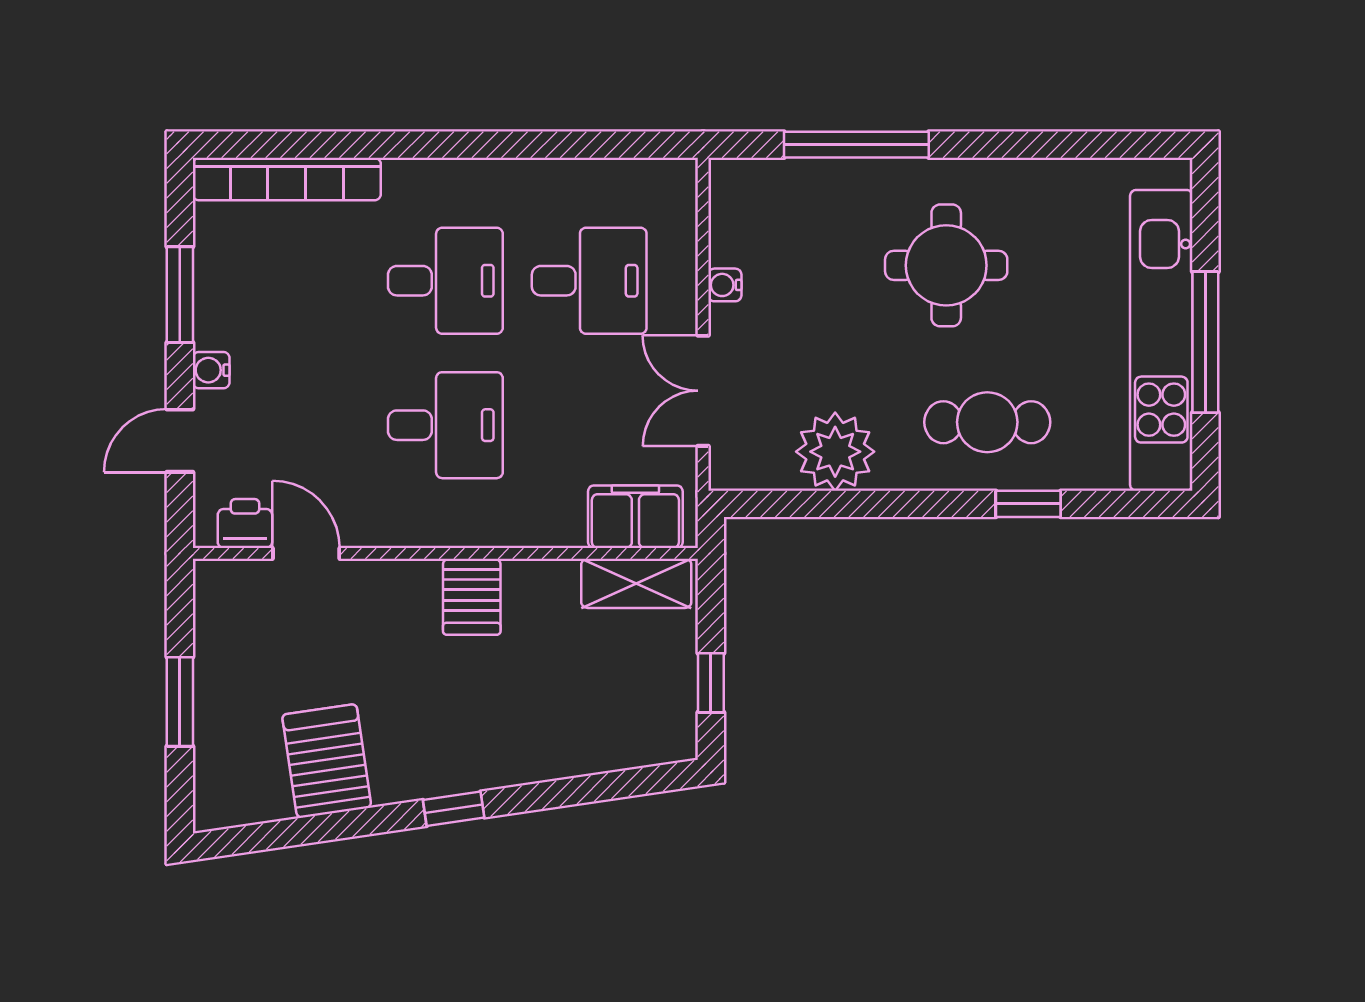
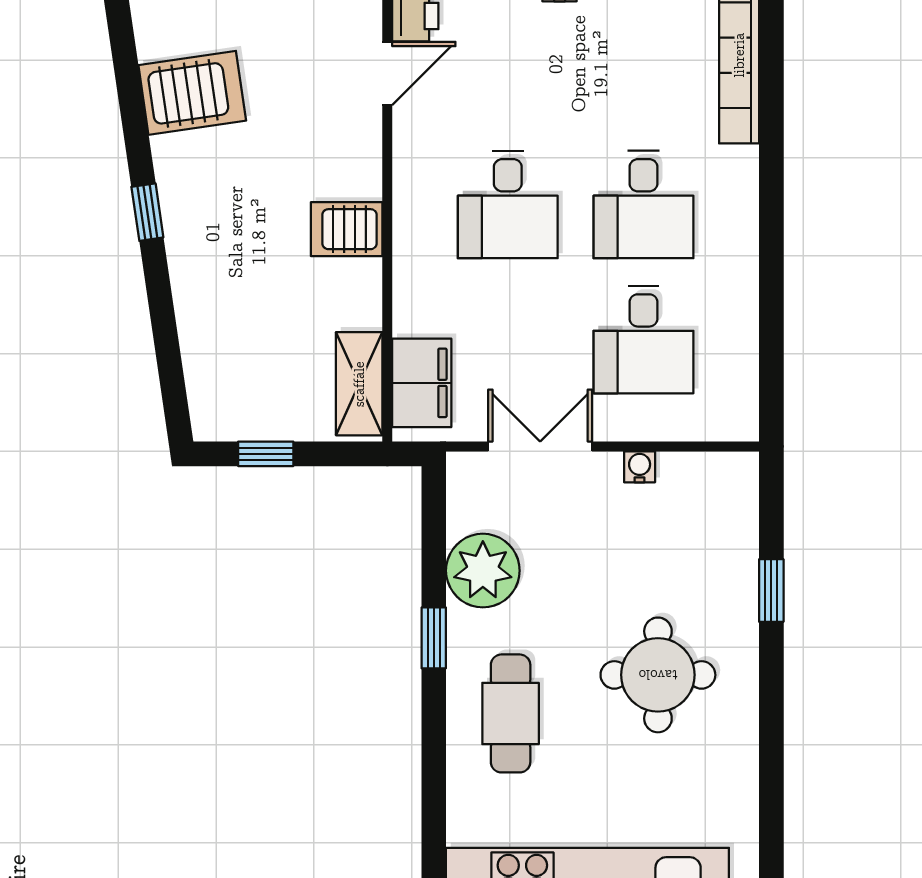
window: (856, 145) -> (771, 590), width x0.46
window: (1028, 504) -> (434, 638), moved

